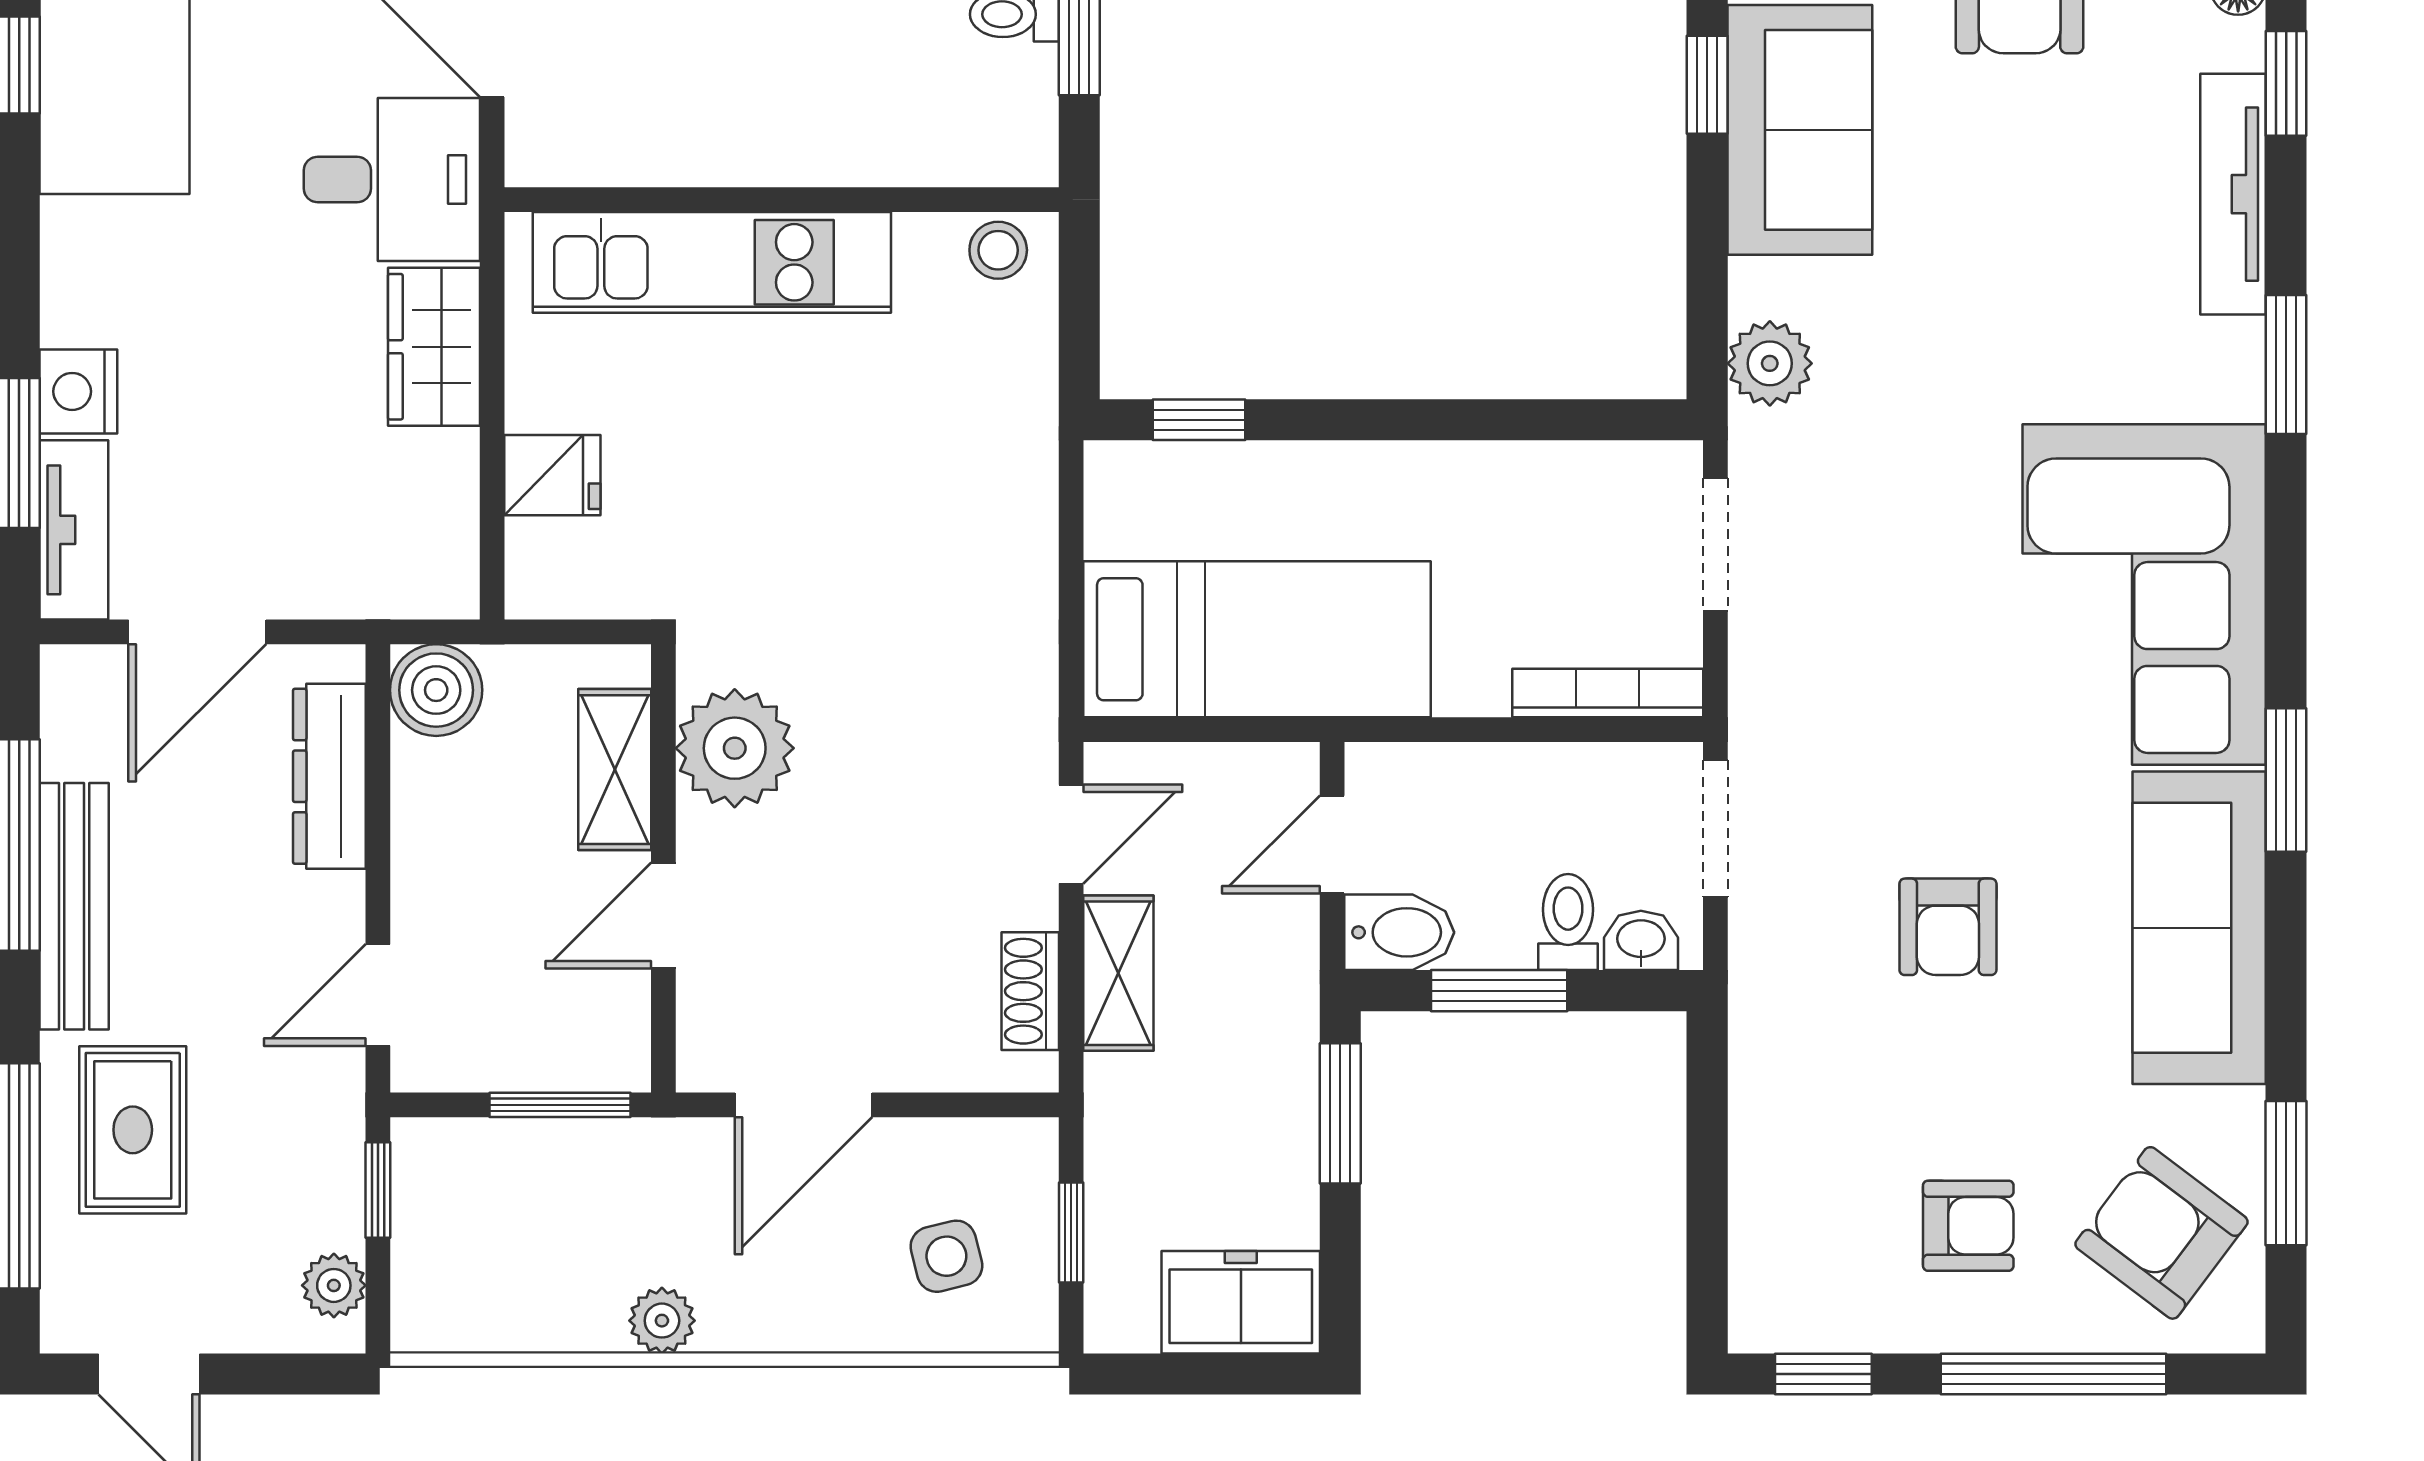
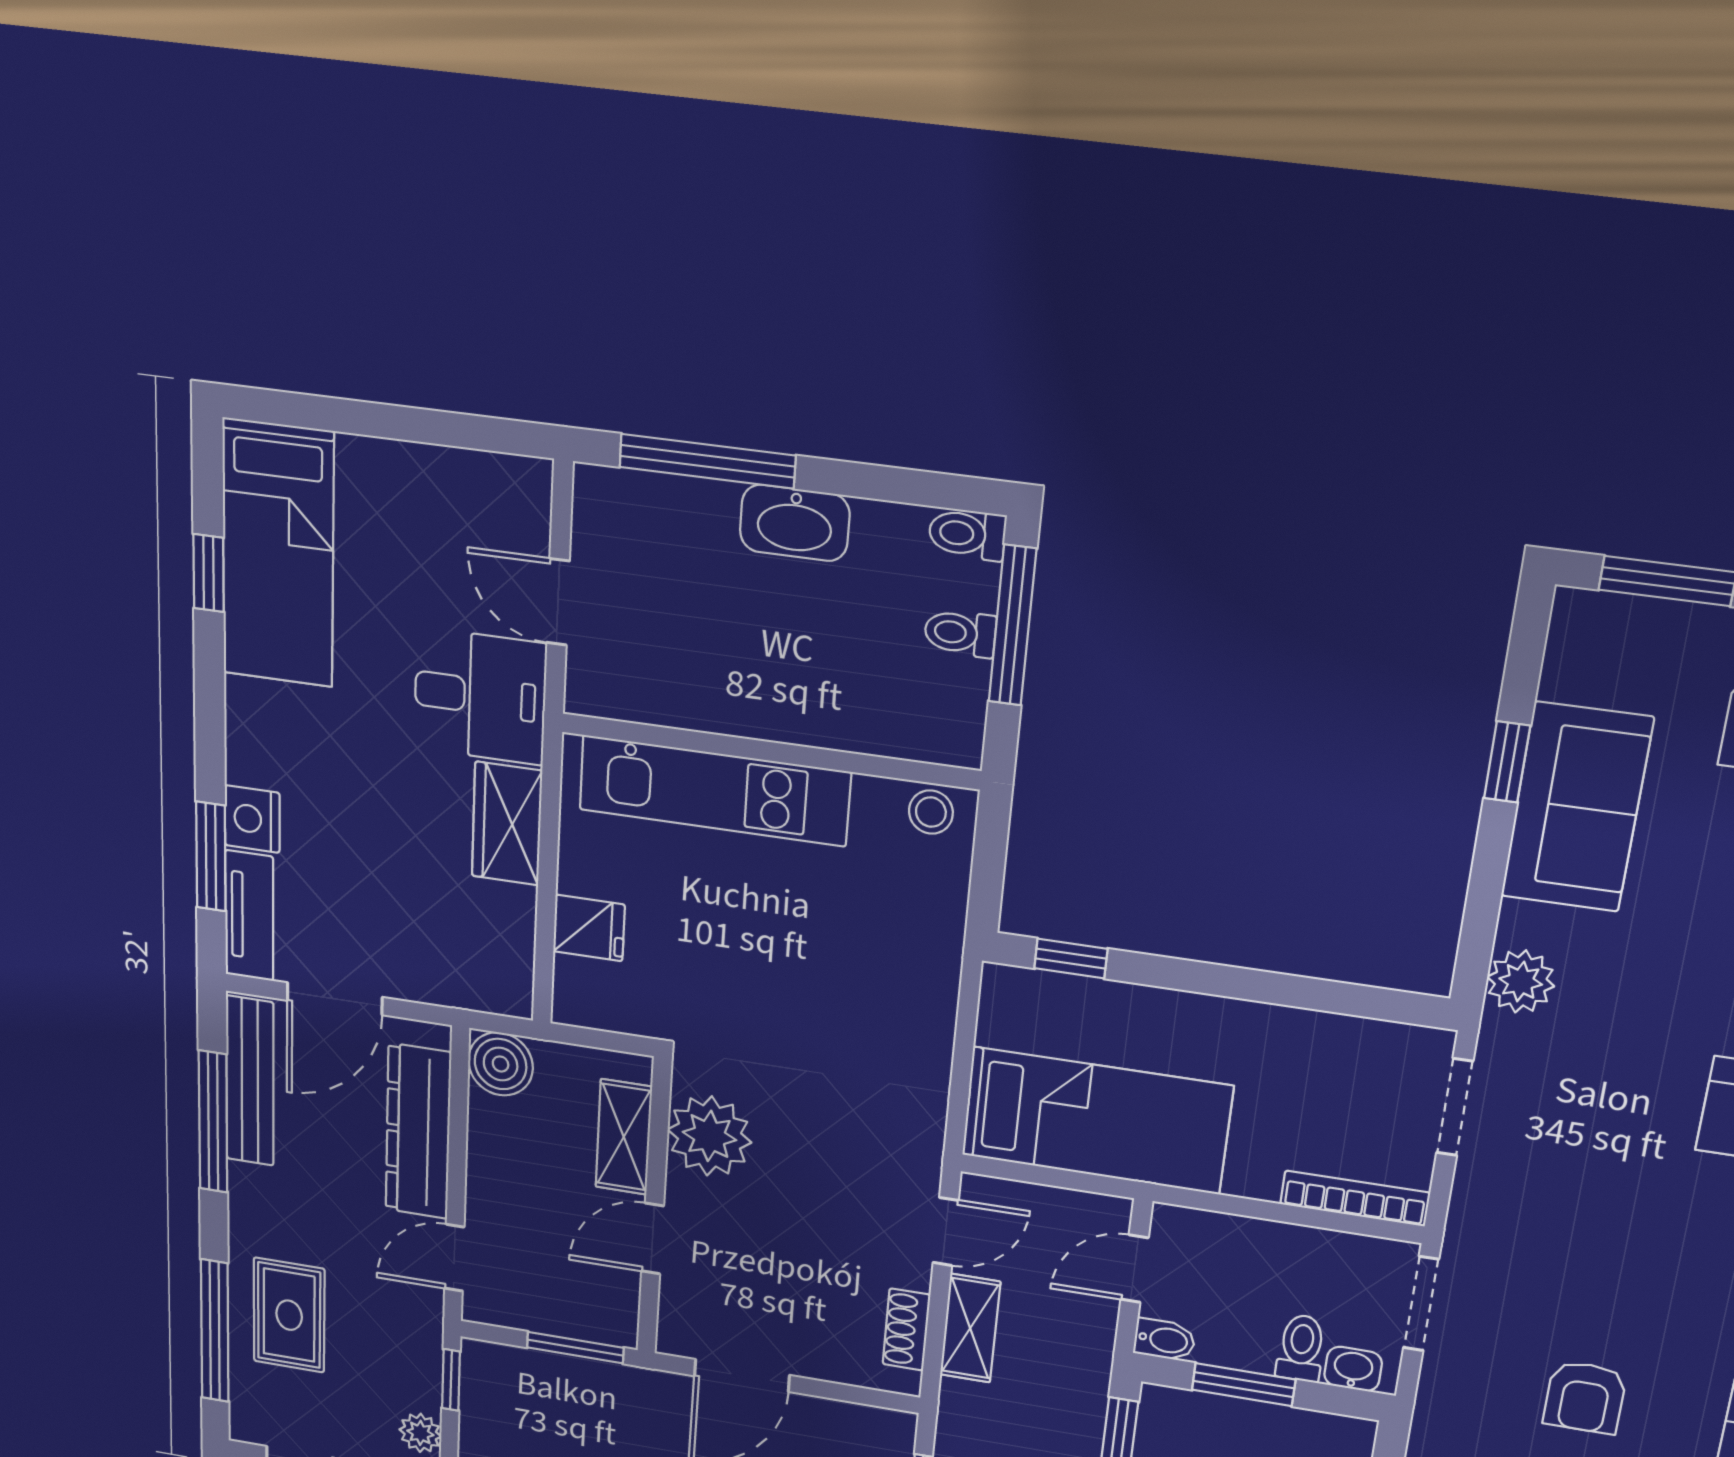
dresser: (329, 776) -> (418, 1132), width x1.37, depth x1.24
bench: (74, 906) -> (250, 1081), moved
bidet: (1399, 932) -> (1164, 1340), width x0.72, depth x0.74

